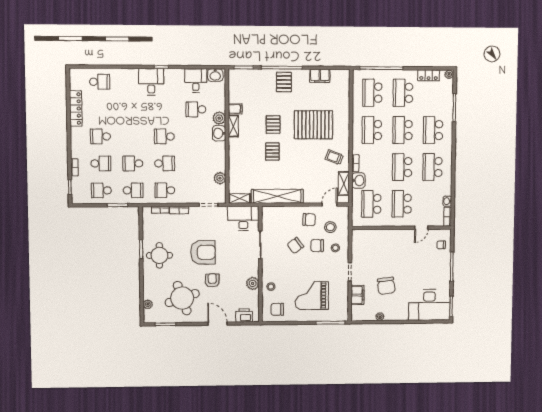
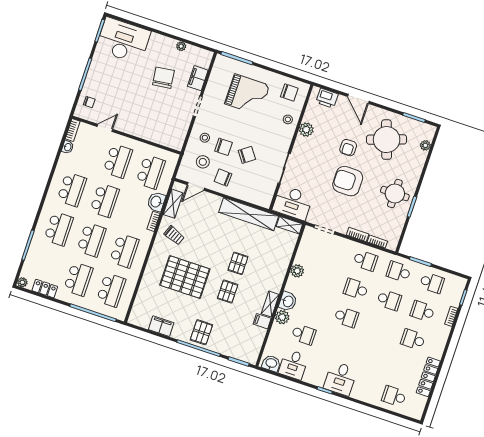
school desk: (100, 136) -> (413, 339), turned 180
plant: (220, 178) -> (297, 271), moved

